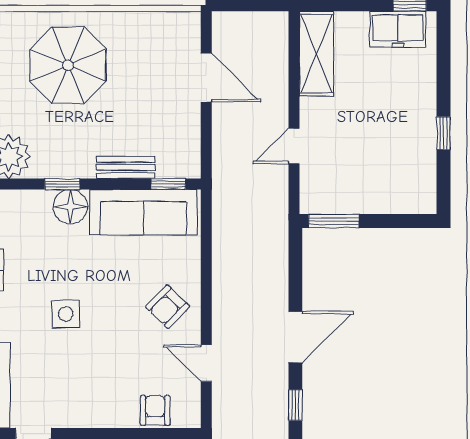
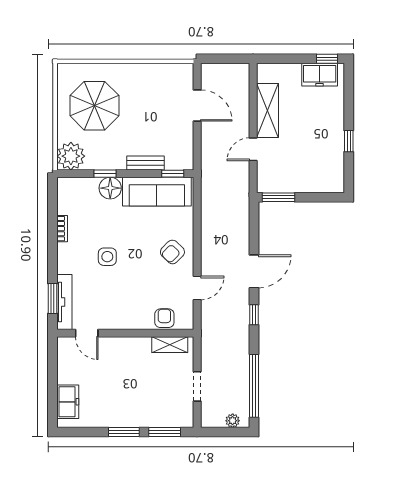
shelving: (316, 54) -> (267, 111), moved
parasol: (68, 65) -> (94, 106), moved
door: (206, 363) -> (197, 288), swing flipped

